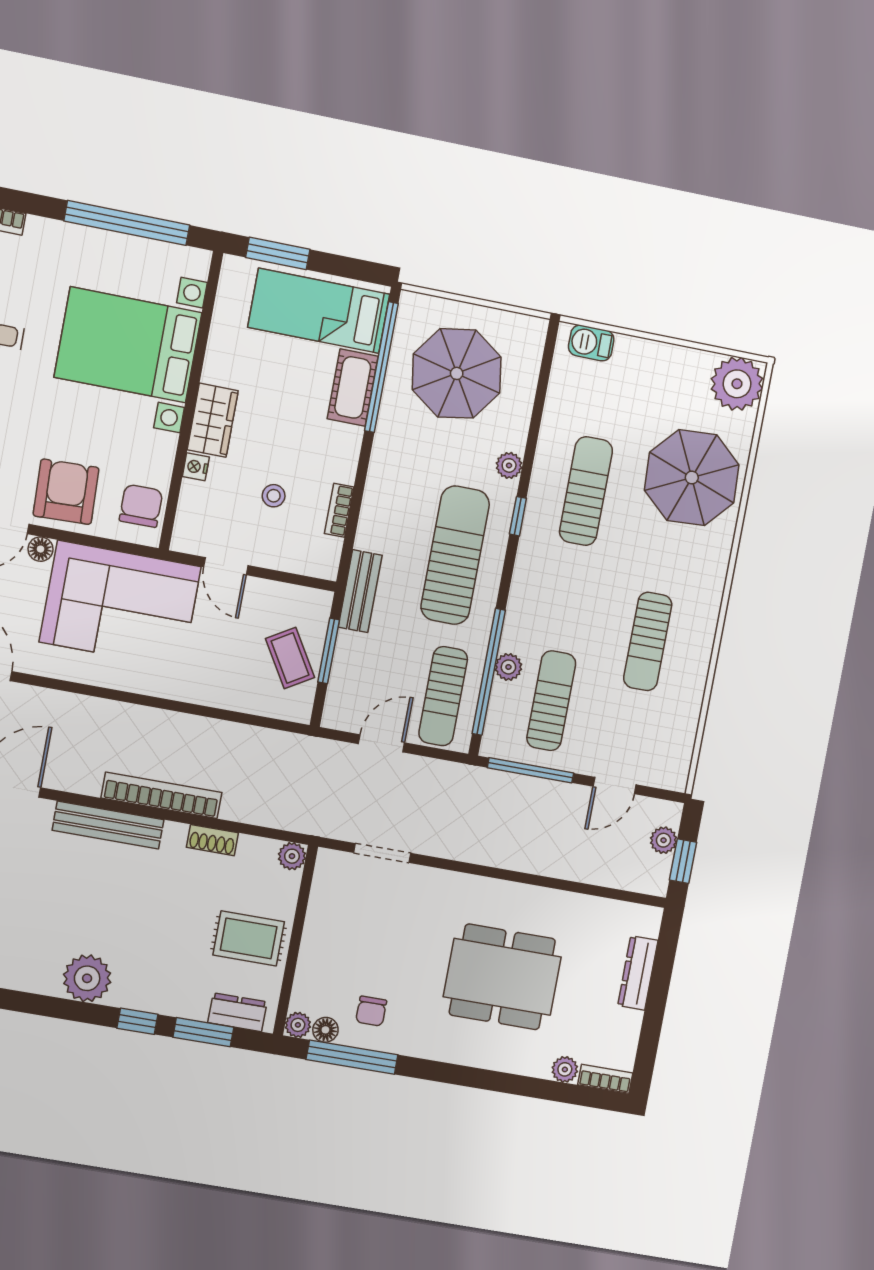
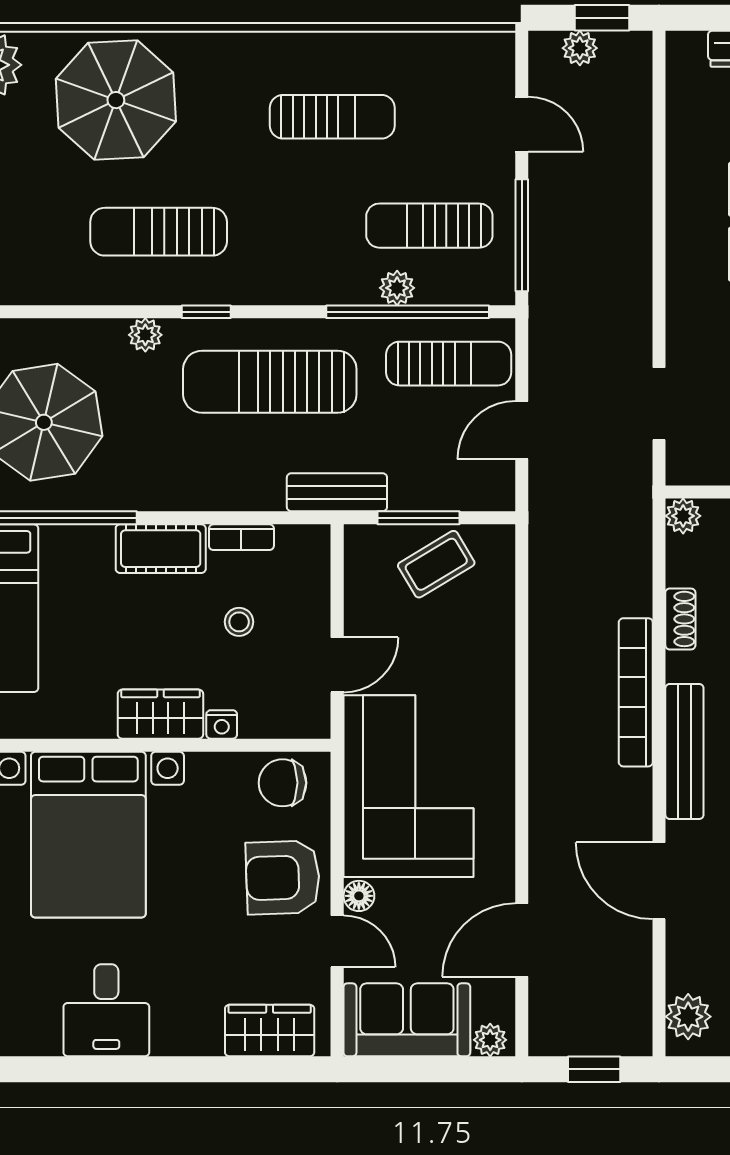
cot: (353, 387) -> (161, 549), moved
door: (381, 743) -> (522, 430), hinge flipped

